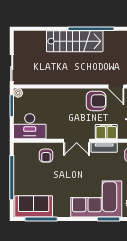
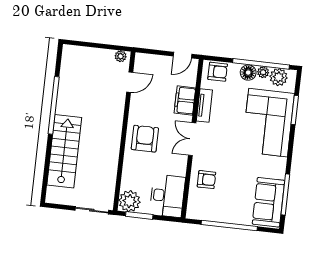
stairs: (75, 41) -> (64, 151), moved
plant: (18, 93) -> (130, 201), width x1.87, depth x1.87
armchair: (96, 101) -> (145, 139), moved
double door: (77, 141) -> (192, 139), swing flipped

